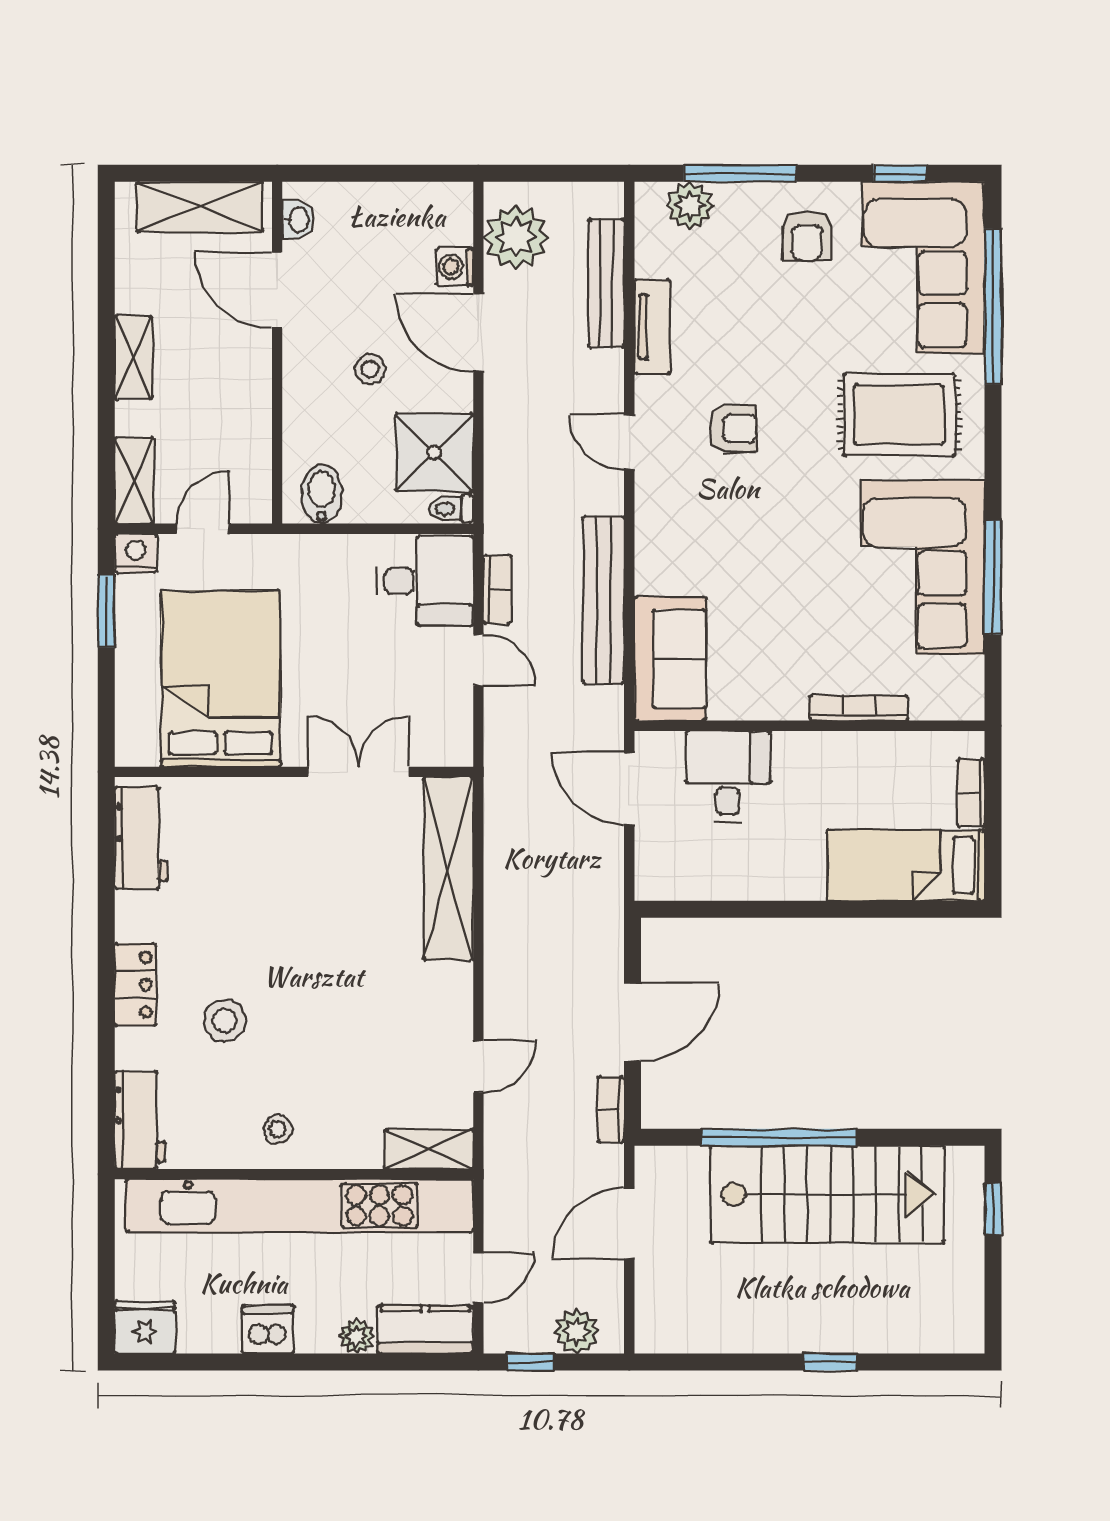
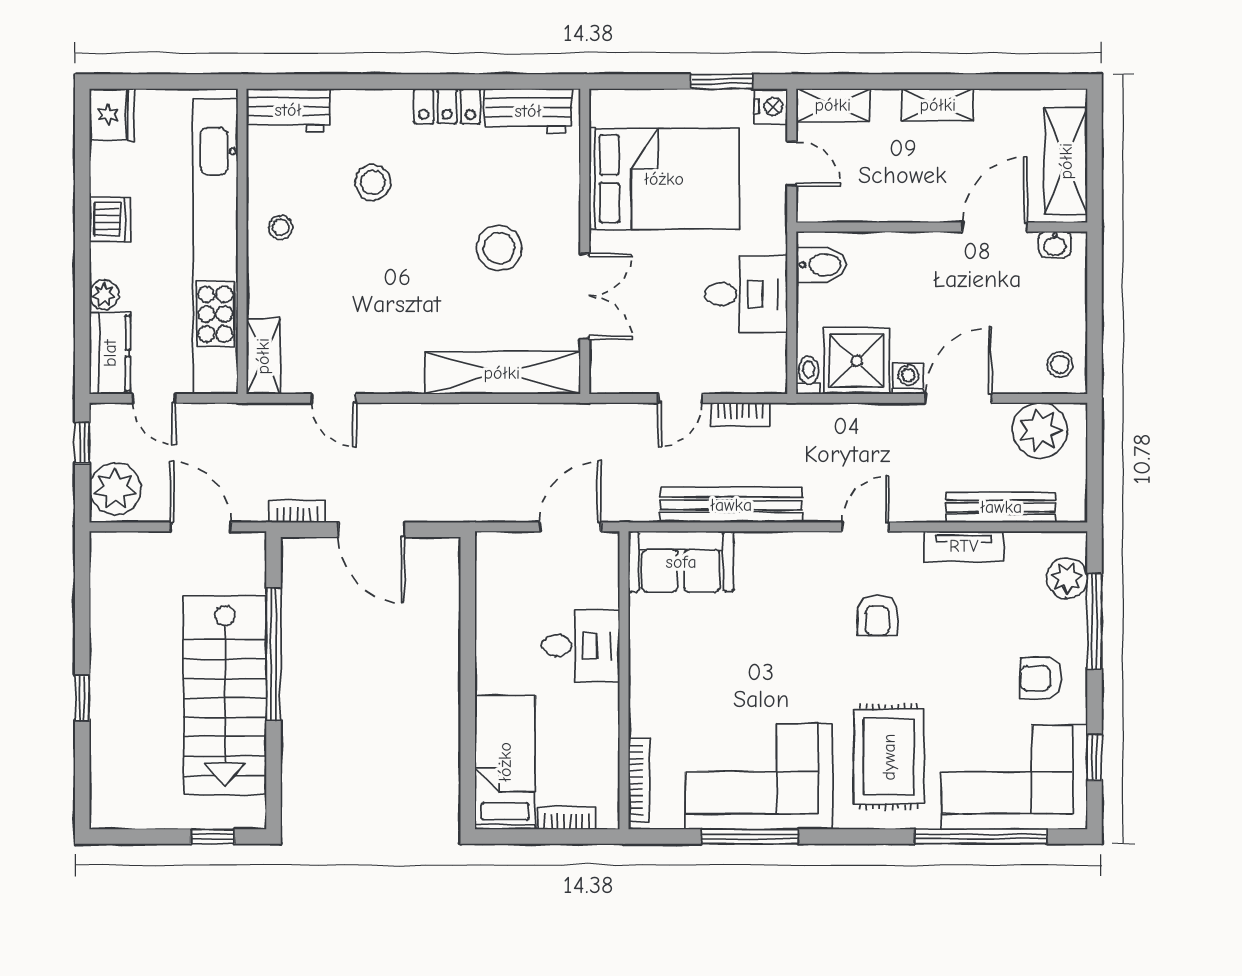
washing machine: (455, 267) -> (908, 378), moved
stool: (370, 369) -> (1060, 364), moved
desk: (425, 581) -> (746, 294), moved, turned -90
bookcase: (859, 708) -> (639, 780), moved
desk: (728, 776) -> (581, 645), moved
stool: (302, 872) -> (499, 248), added
locker: (135, 985) -> (447, 106), moved
plant: (576, 1331) -> (115, 489), width x1.36, depth x1.36

